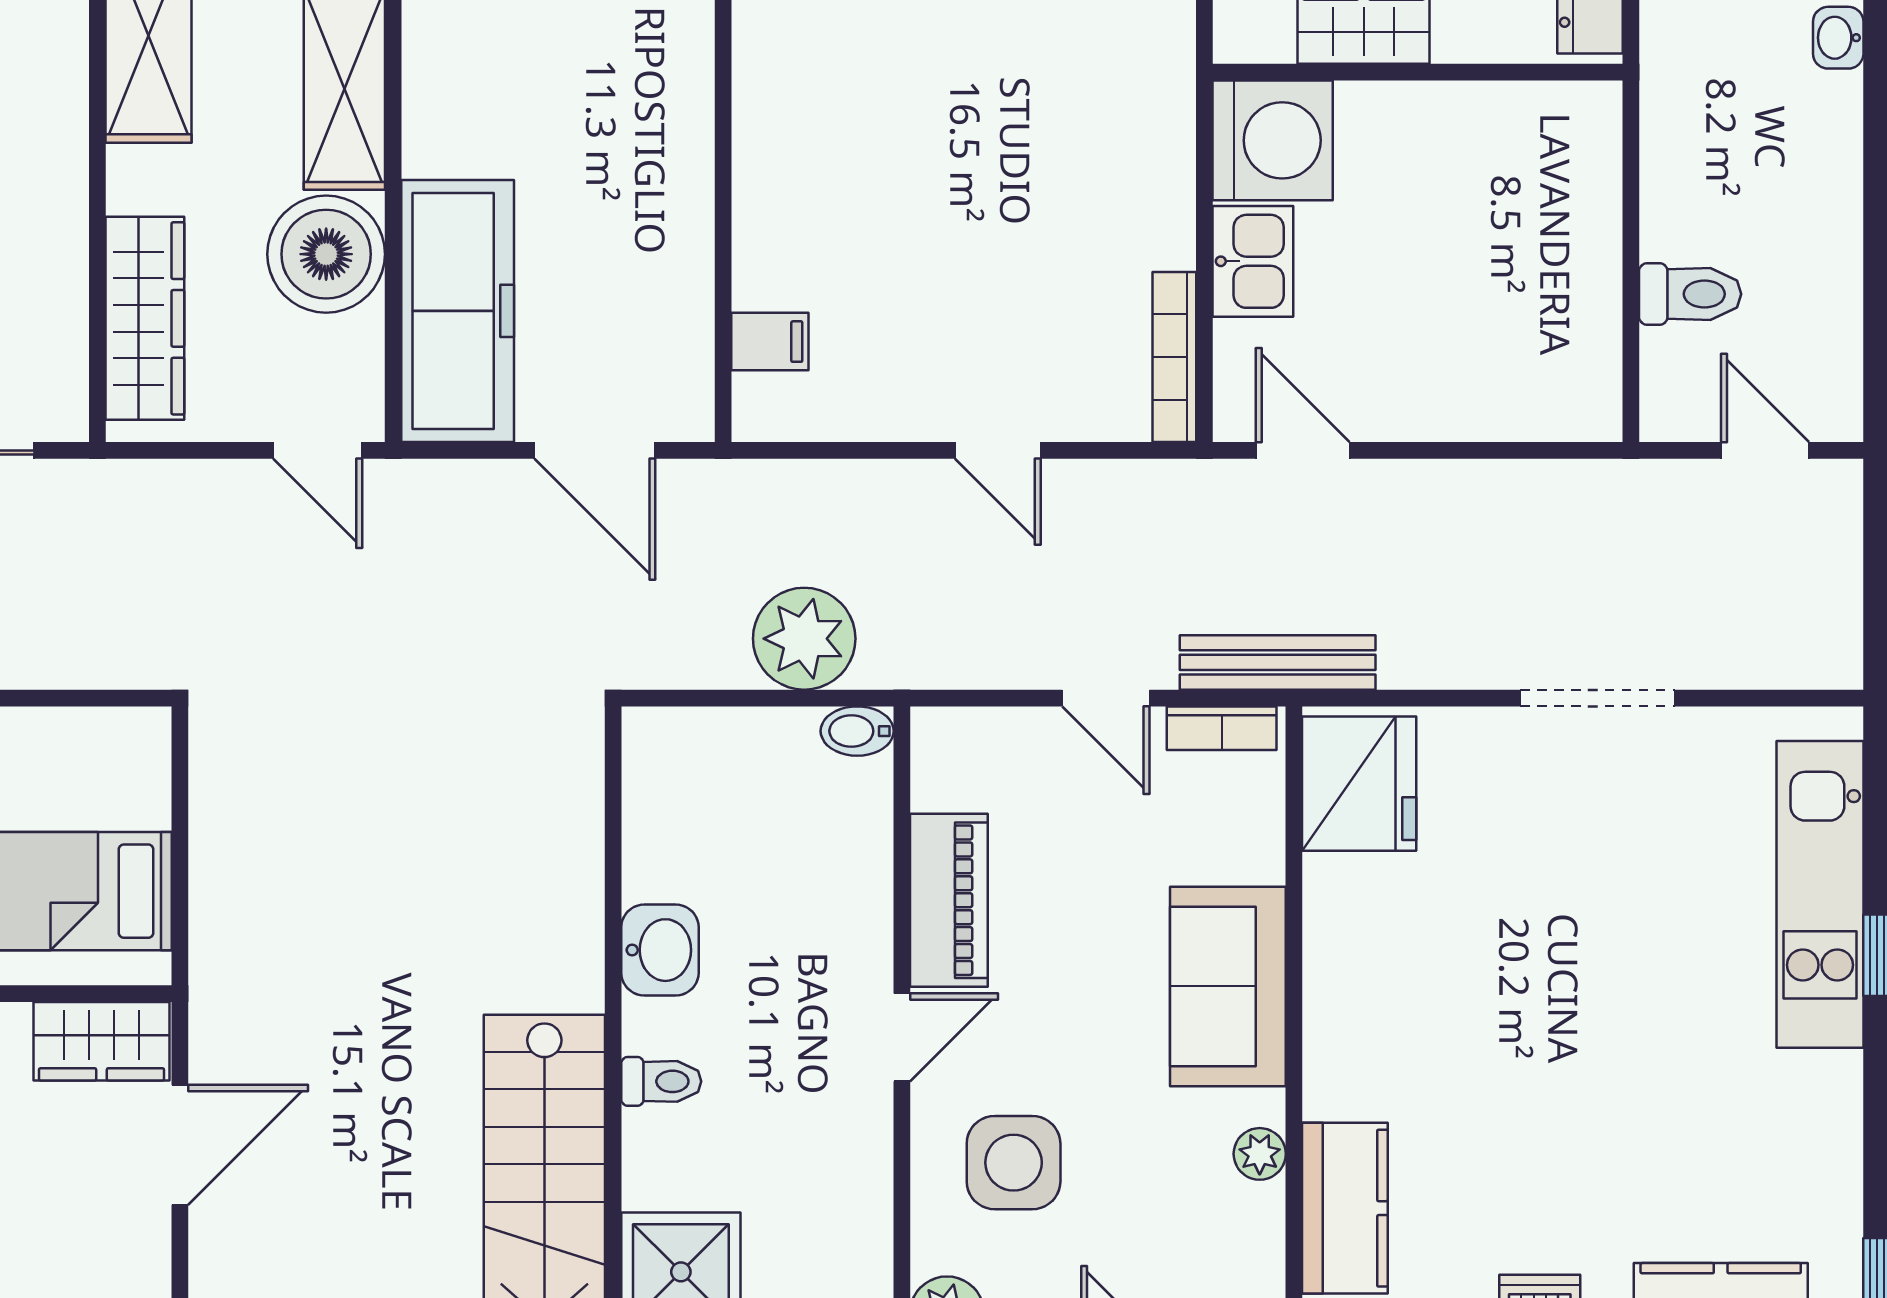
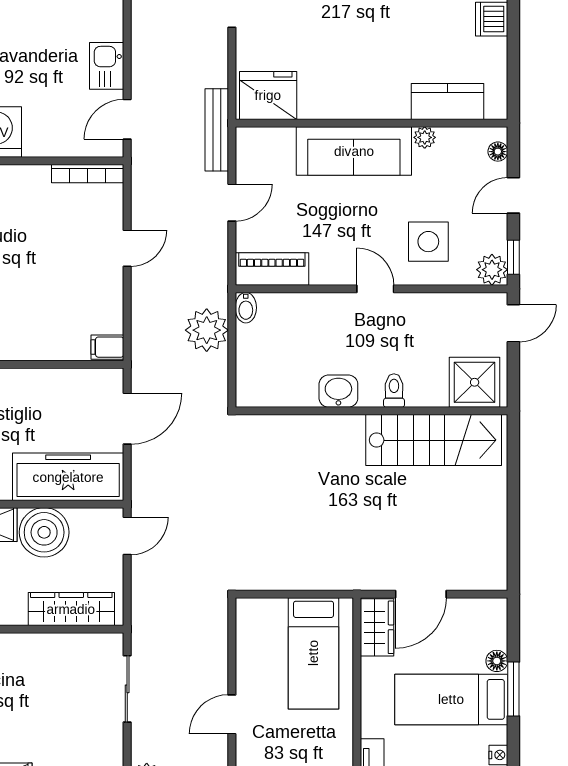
kitchen sink: (1253, 261) -> (107, 66), moved, turned -90
filing cabinet: (770, 342) -> (107, 347), moved, turned -90
bookcase: (1222, 728) -> (245, 154), removed
piano: (949, 900) -> (272, 269), moved
sofa: (1228, 986) -> (354, 151), width x1.36
door: (180, 1145) -> (421, 594), swing flipped

